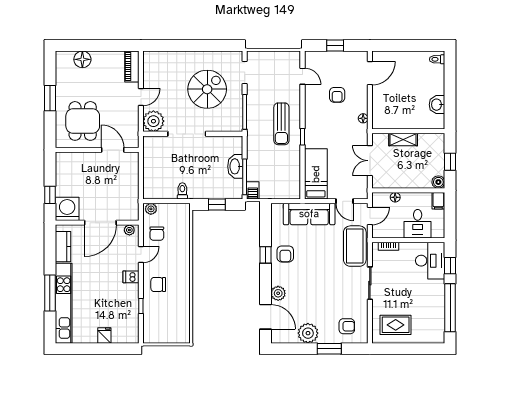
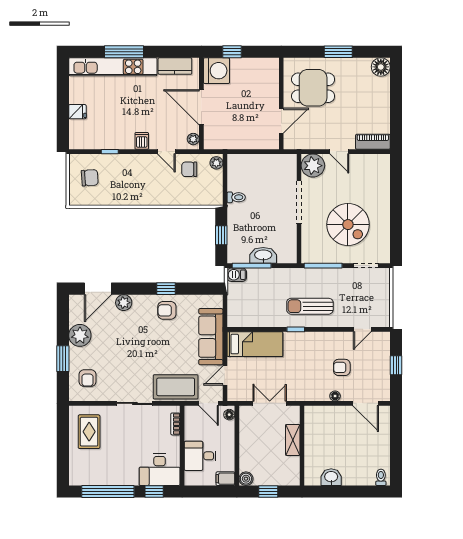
floor lamp: (82, 59) -> (381, 67), moved
floor lamp: (363, 118) -> (335, 396), moved
floor lamp: (395, 197) -> (229, 415), moved
chair: (158, 285) -> (90, 178), moved, turned 86

